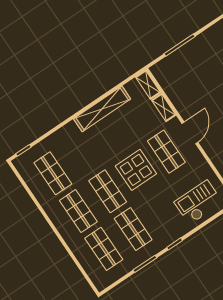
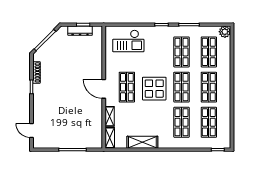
shelving: (102, 109) -> (142, 142), width x0.68
door: (190, 133) -> (104, 89), hinge flipped
shop shelf: (82, 153) -> (182, 122), added
plant: (101, 282) -> (225, 32), added

